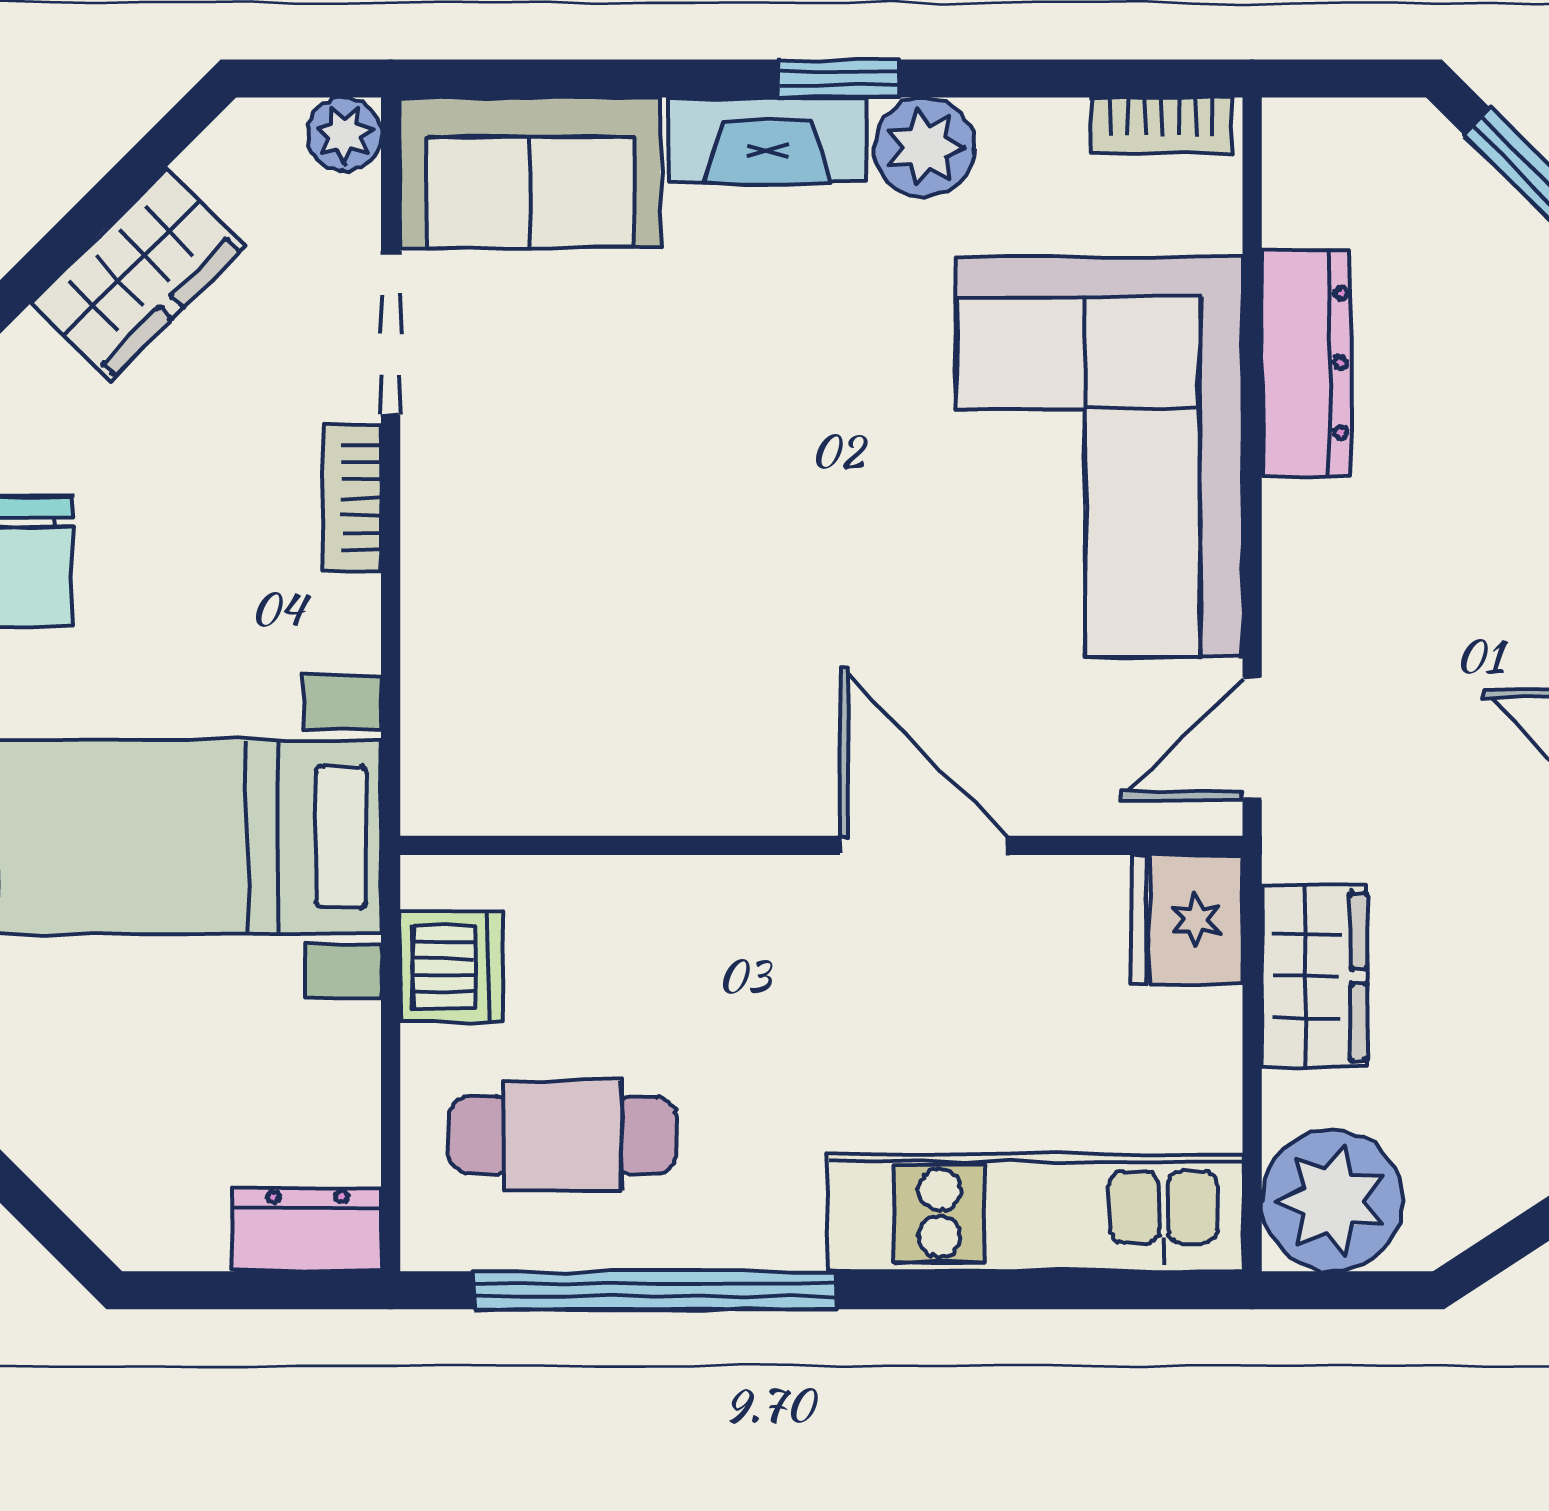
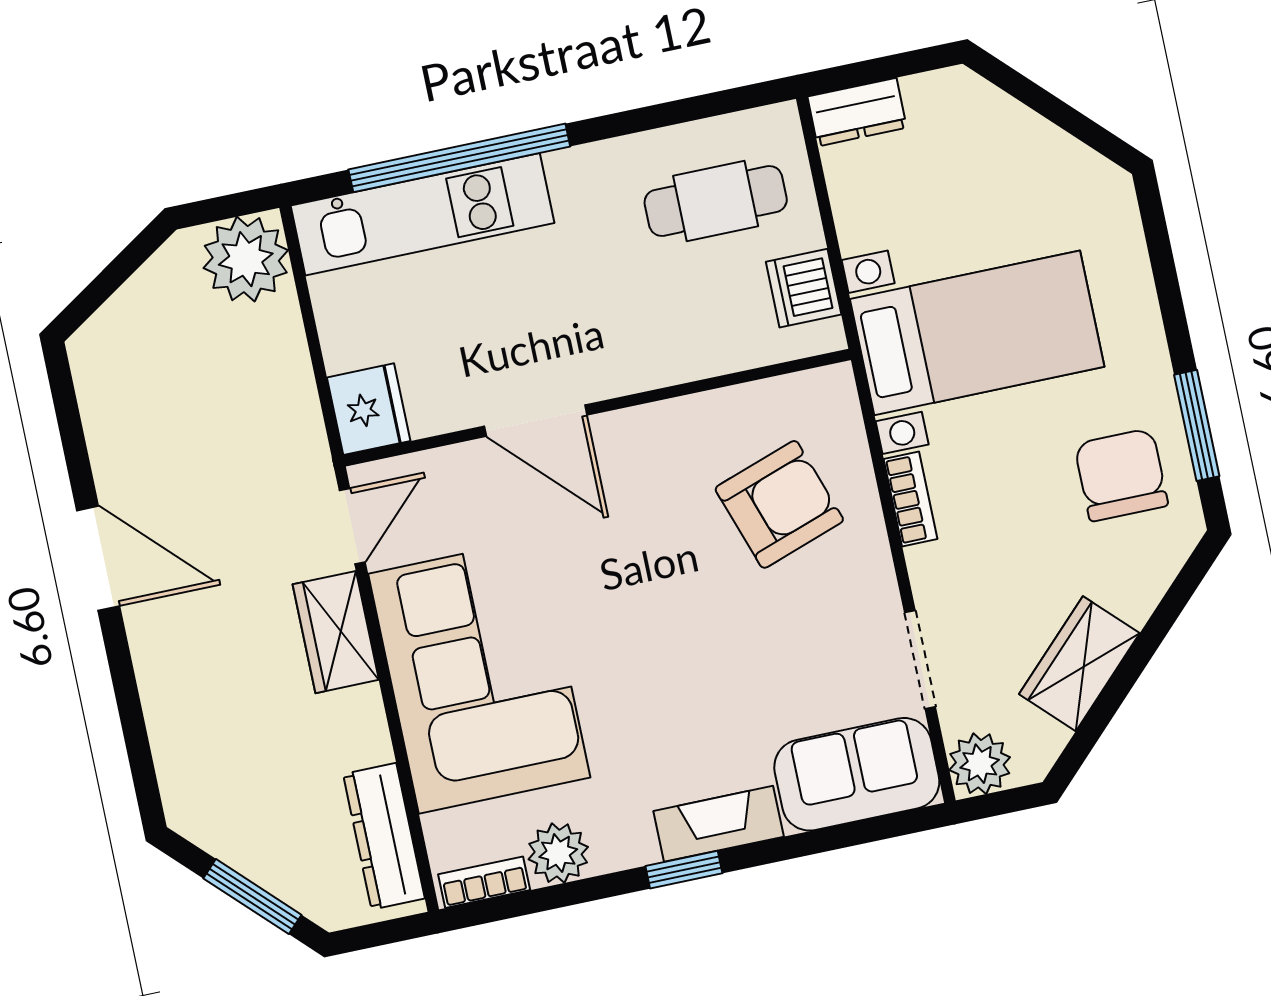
plant: (344, 134) -> (980, 764), width x1.38, depth x1.38
plant: (925, 147) -> (558, 853), moved
dresser: (1306, 363) -> (384, 836), moved
bookcase: (352, 498) -> (910, 499), moved
armchair: (563, 630) -> (779, 504), added
wardrobe: (1314, 977) -> (336, 632), moved
window: (656, 1290) -> (459, 158), moved

